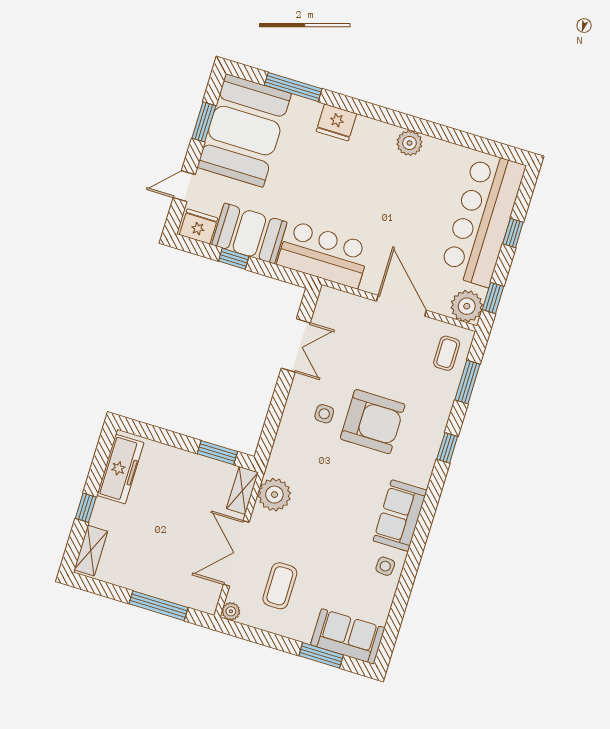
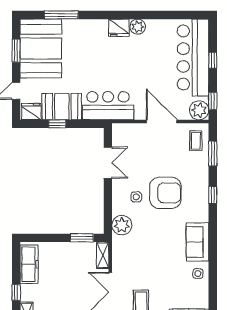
fridge: (336, 122) -> (119, 28), moved
plant: (274, 495) -> (122, 225), moved

